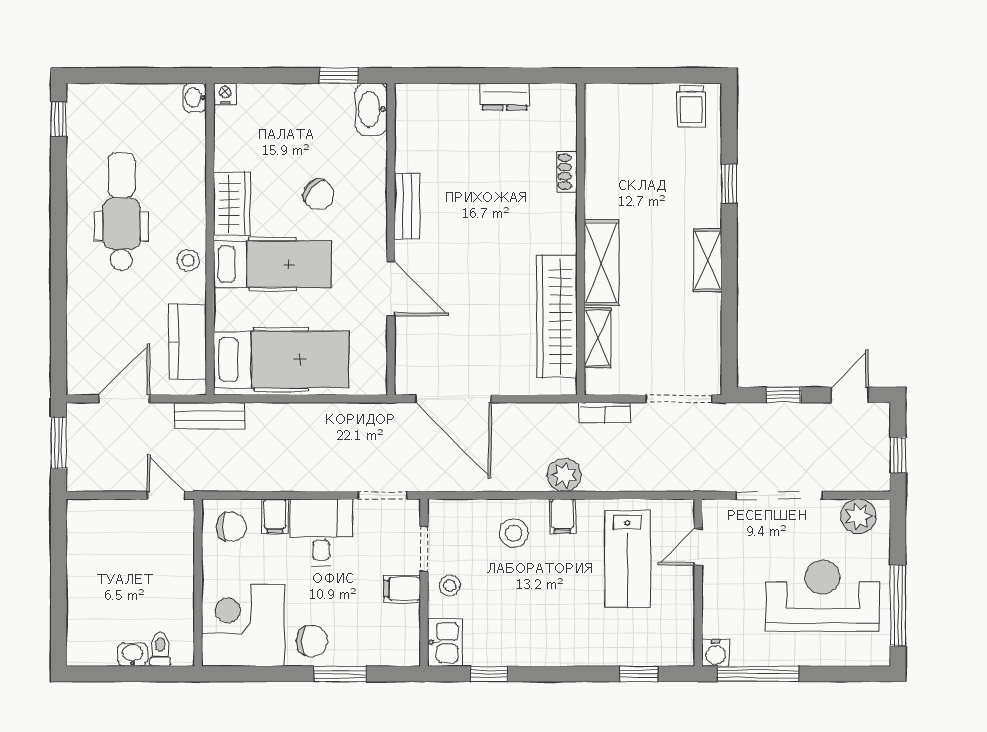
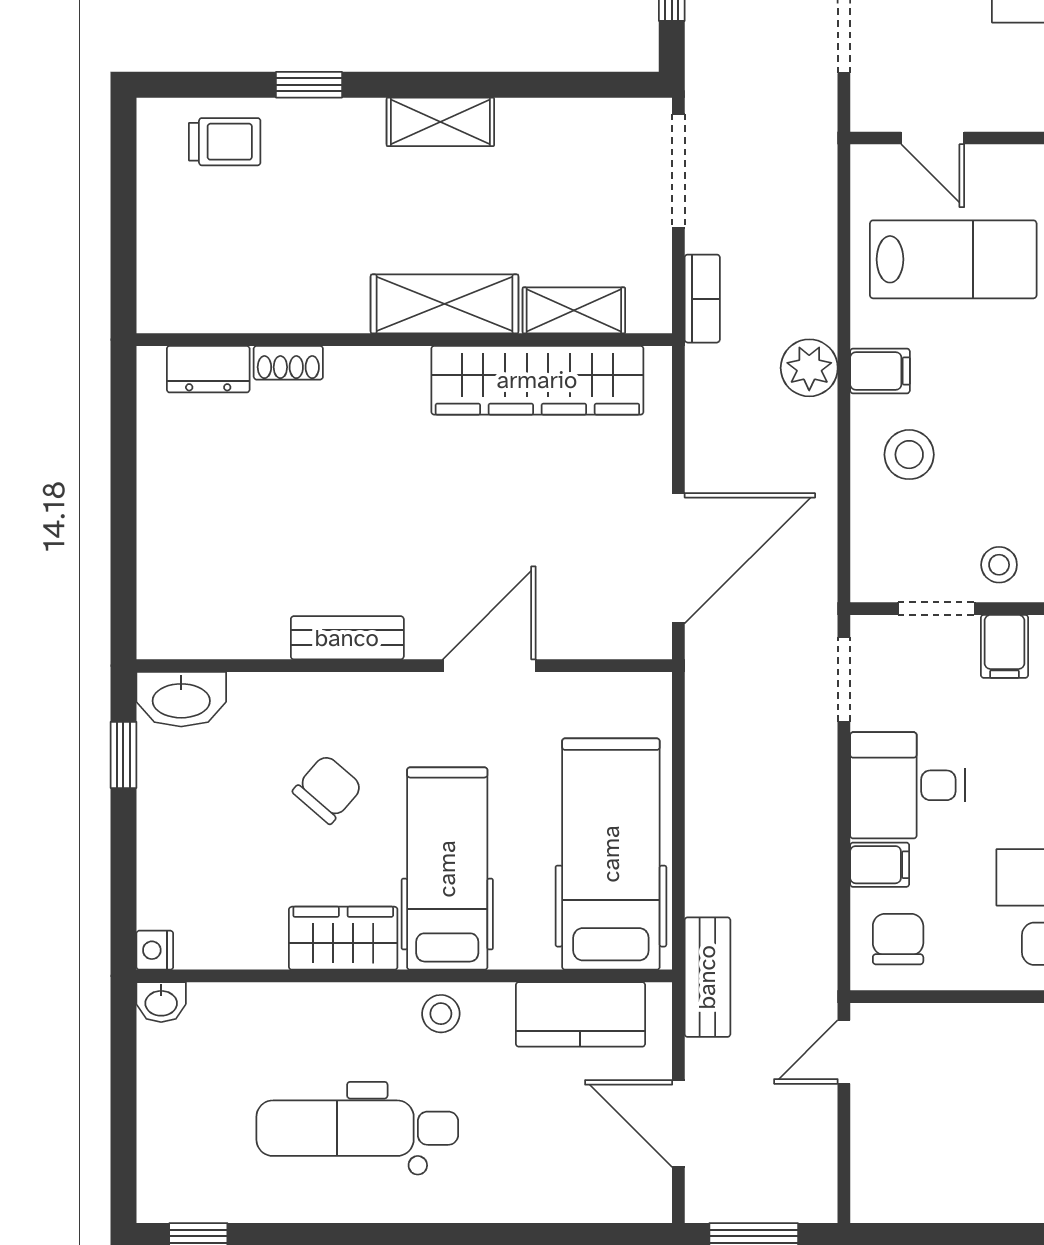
dresser: (505, 97) -> (208, 369), moved, turned 90
trolley: (691, 107) -> (225, 142), moved

